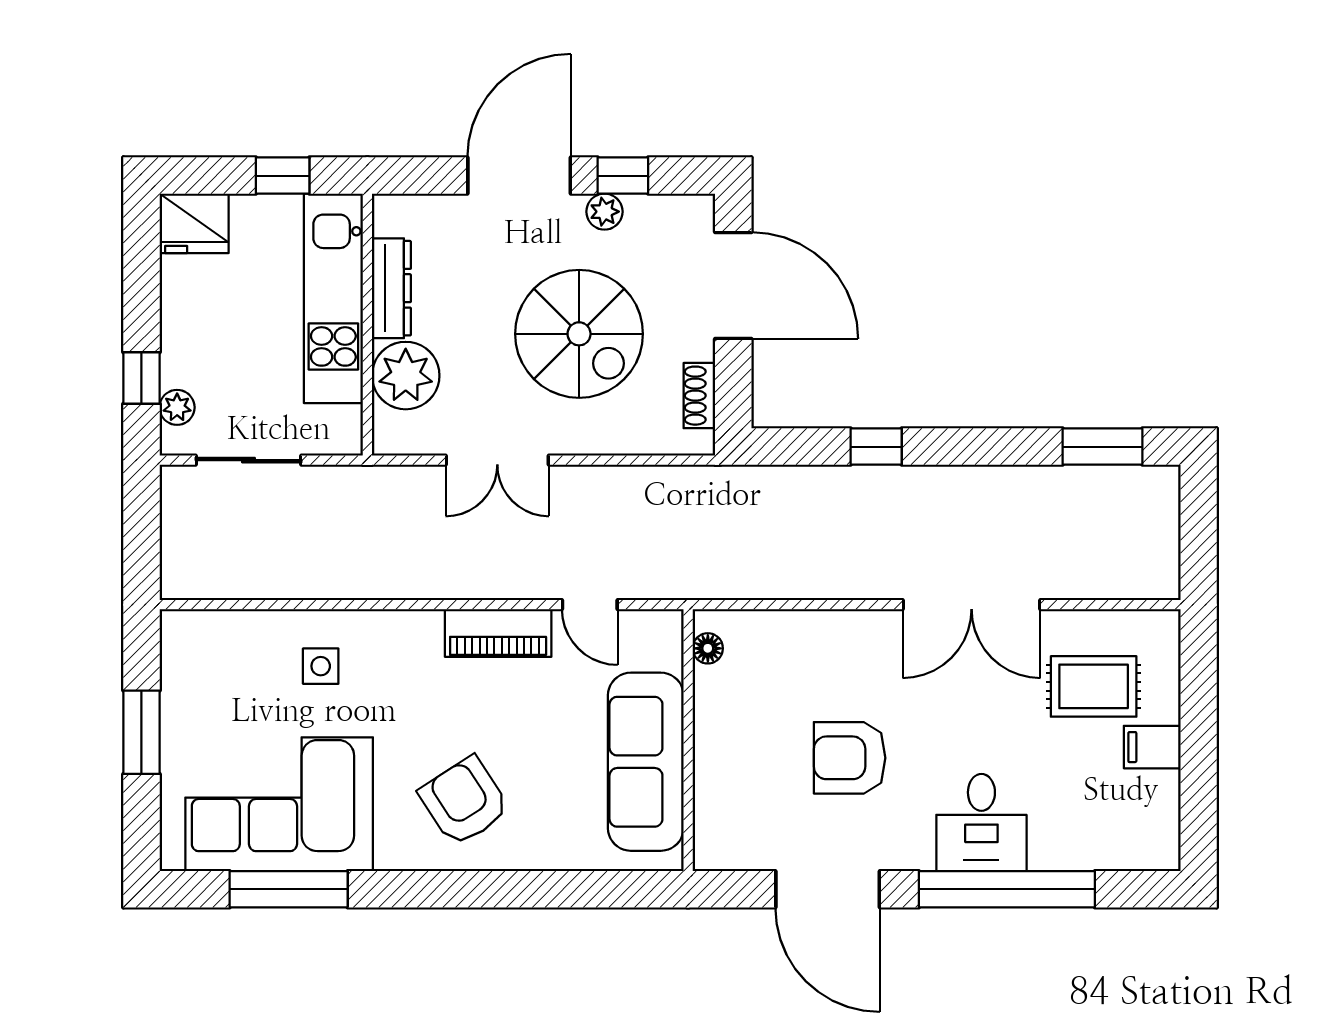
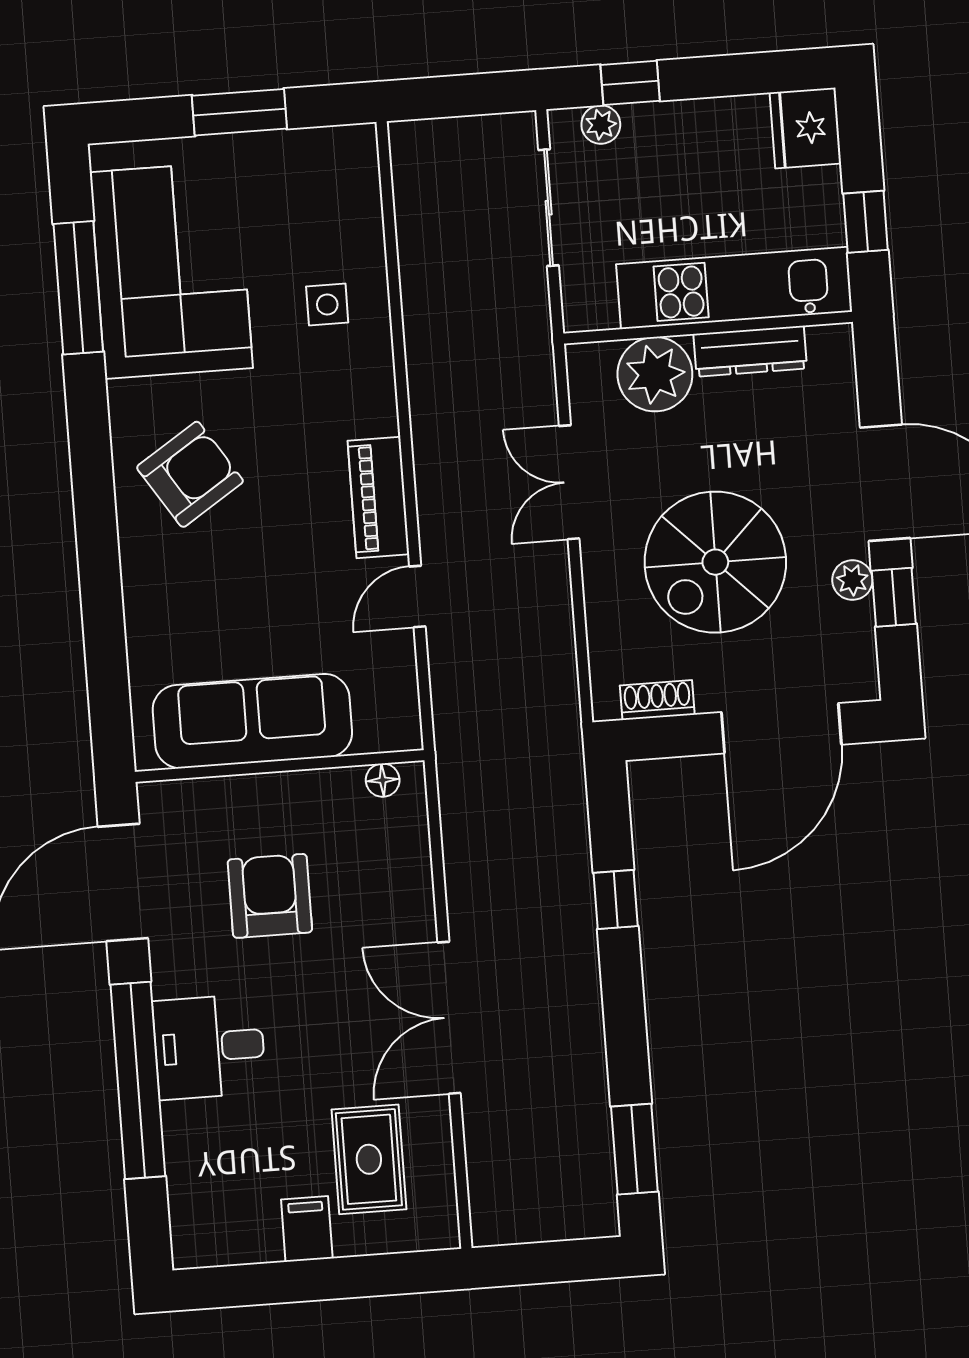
floor lamp: (708, 648) -> (383, 780), moved
wall: (688, 740) -> (280, 766), moved
sofa: (646, 762) -> (252, 721), moved

